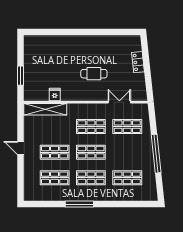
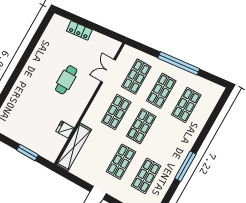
shop shelf: (91, 178) -> (161, 91), moved

